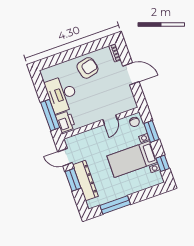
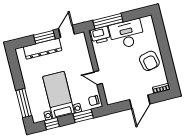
window: (115, 205) -> (24, 103), moved

